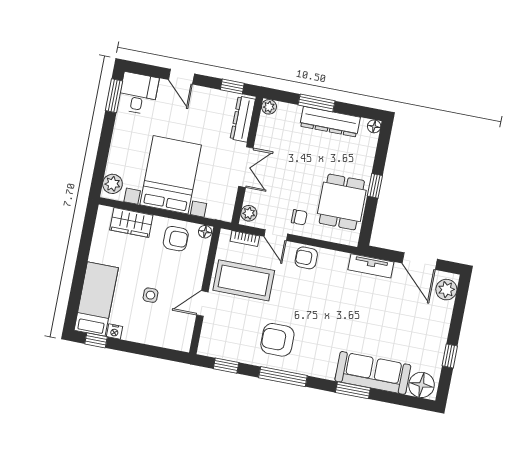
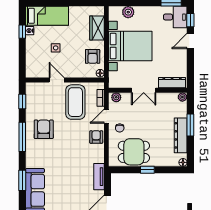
window: (232, 87) -> (190, 20), moved
plant: (112, 184) -> (128, 12), moved
window: (96, 340) -> (22, 32), moved

